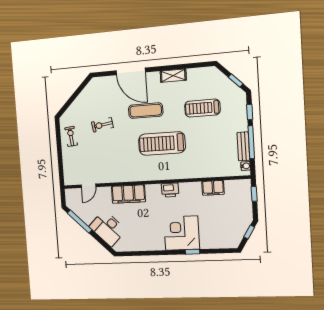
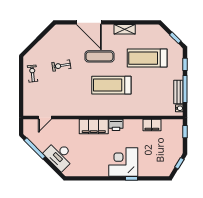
treadmill: (202, 108) -> (147, 58), width x1.37, depth x1.38
filing cabinet: (128, 194) -> (94, 126), moved

